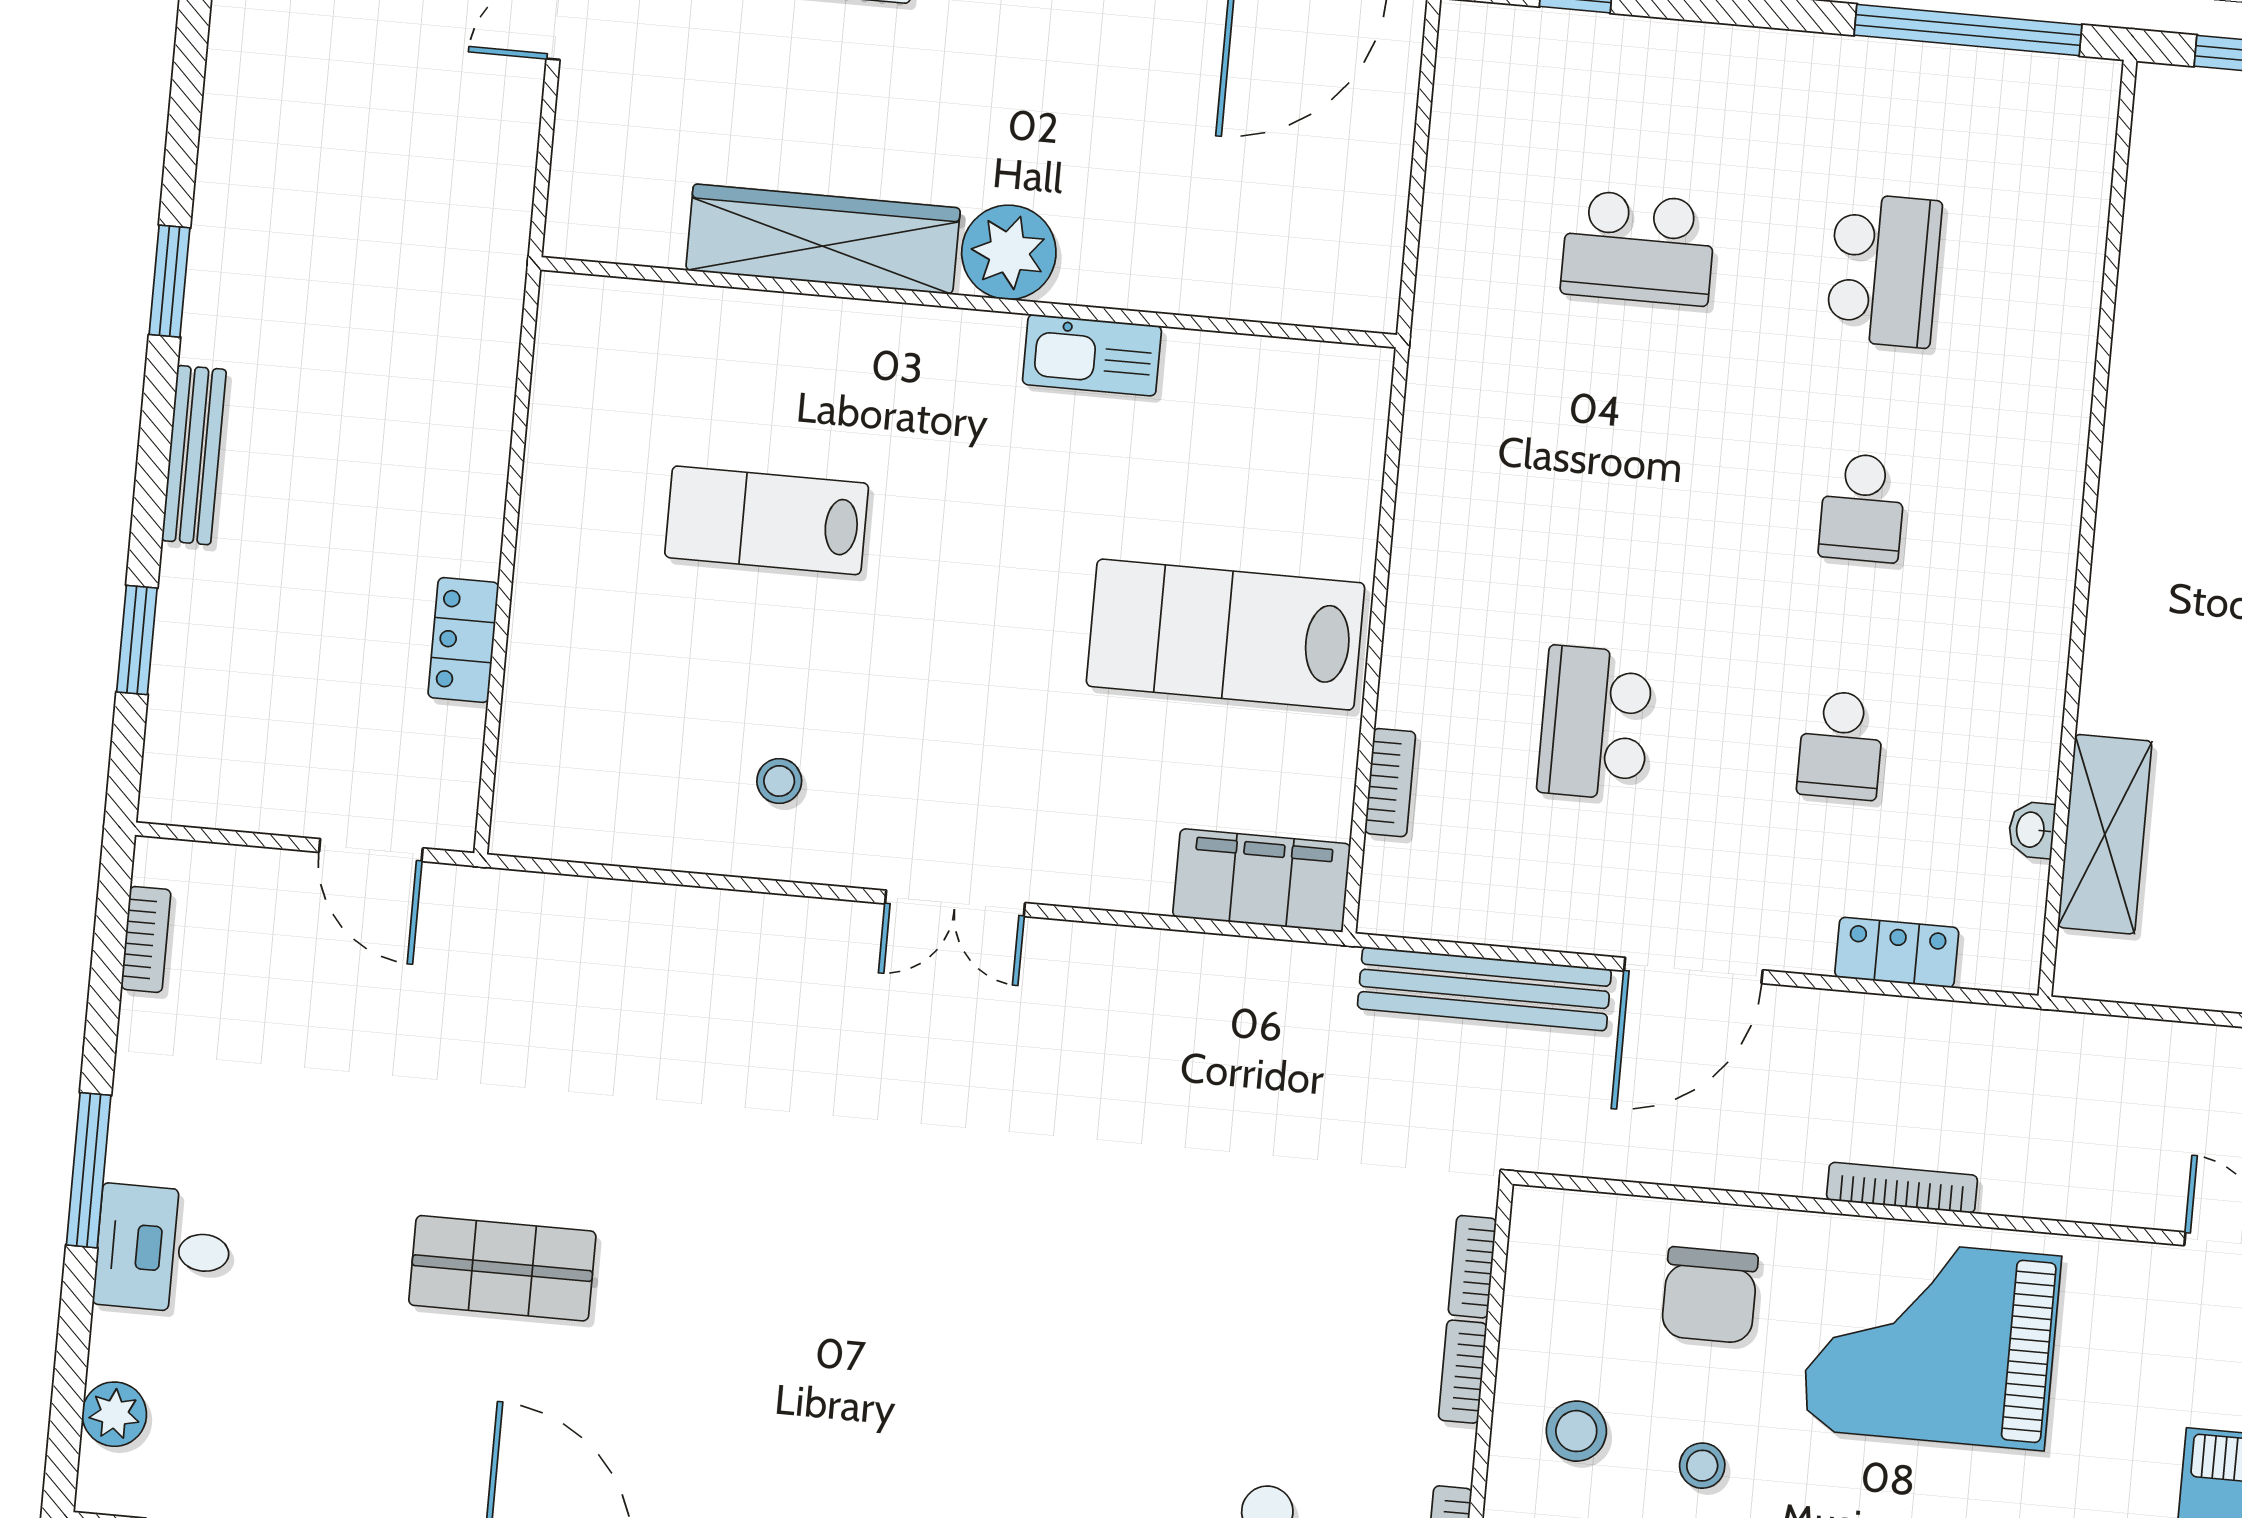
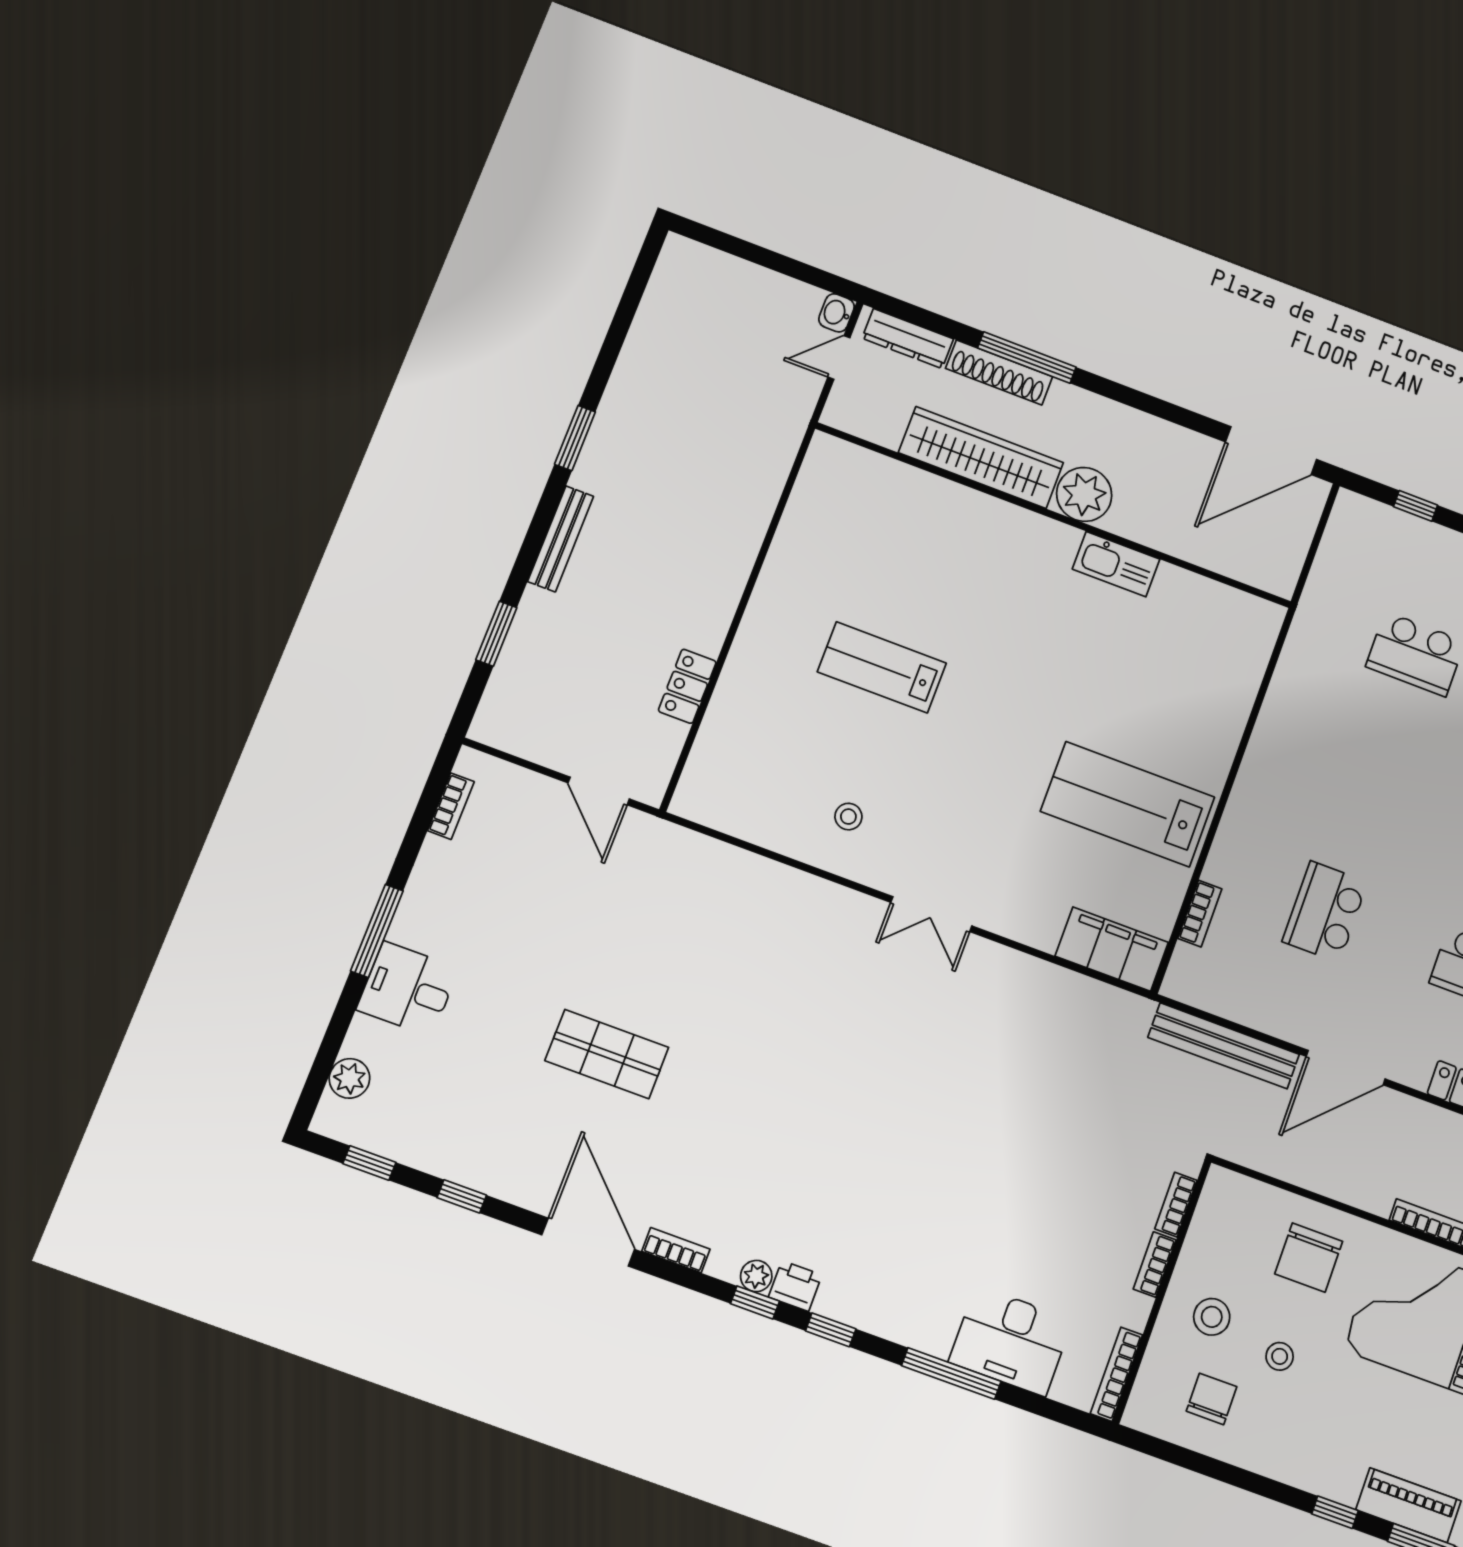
wardrobe: (823, 239) -> (981, 458), moved
plant: (1009, 252) -> (1084, 494), moved
wall: (969, 302) -> (1054, 515), moved
kitchen sink: (1092, 355) -> (1116, 564), moved

